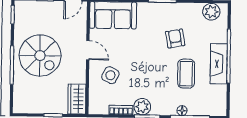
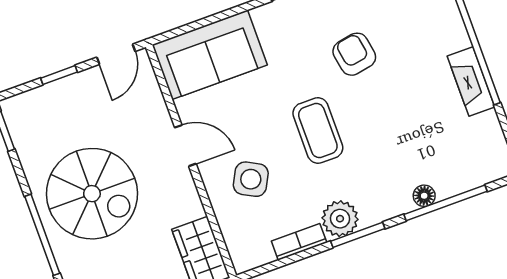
fireplace: (219, 64) -> (471, 82), width x0.73, depth x0.76
coffee table: (186, 74) -> (318, 131), moved

